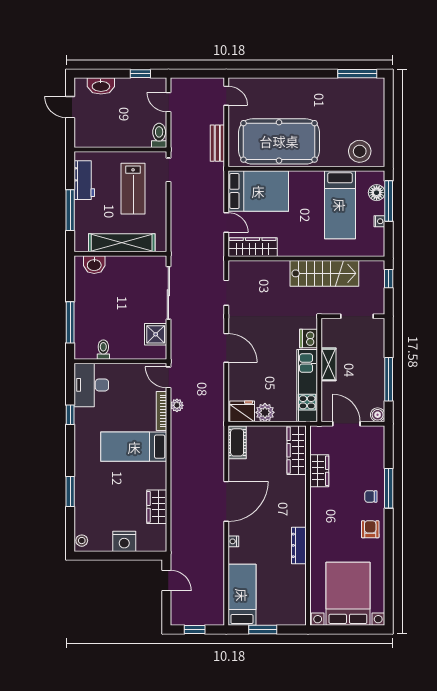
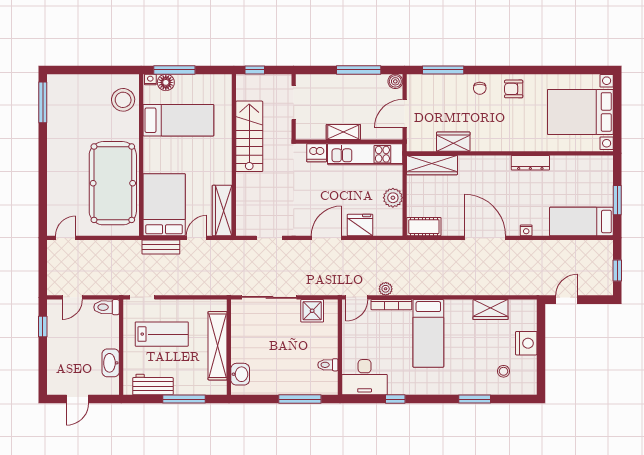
washbasin: (101, 86) -> (111, 363), moved, turned 180
bench: (217, 143) -> (161, 247), moved
nightstand: (379, 221) -> (150, 80), moved
fridge: (242, 411) -> (360, 225), moved, turned 90
window: (389, 488) -> (443, 70), moved
stool: (82, 541) -> (504, 371), moved

